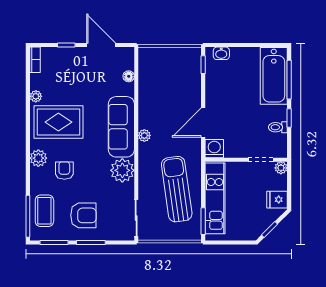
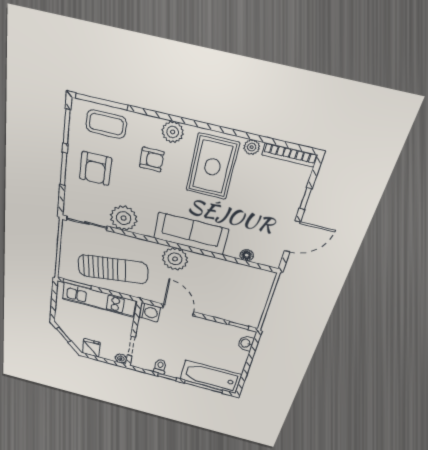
bookcase: (35, 60) -> (290, 155), width x1.56
plant: (144, 135) -> (175, 259), width x1.88, depth x1.88
plant: (122, 170) -> (124, 218), moved

